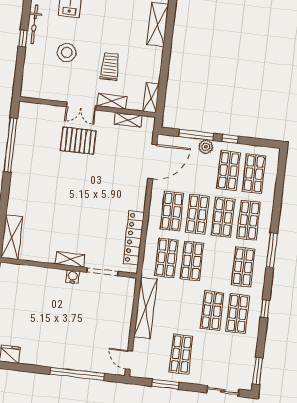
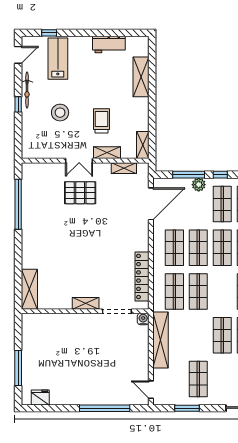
water cooler: (73, 277) -> (143, 319), moved

